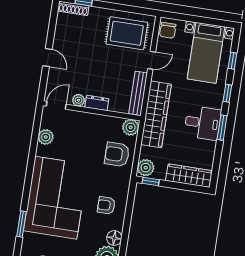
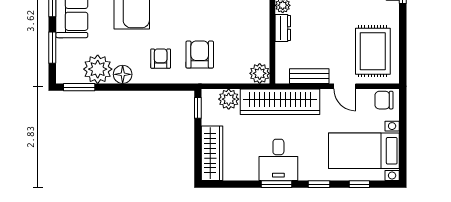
bench: (138, 93) -> (309, 76), width x0.73
armchair: (117, 154) -> (200, 55), moved
plant: (146, 168) -> (229, 99), moved

